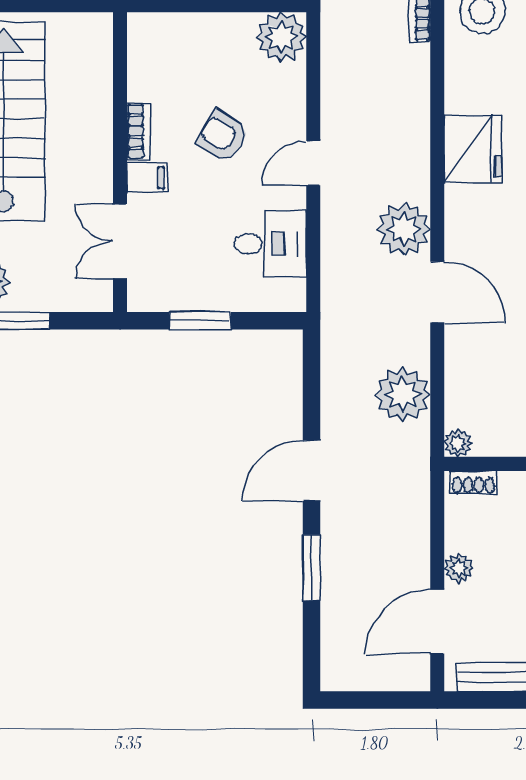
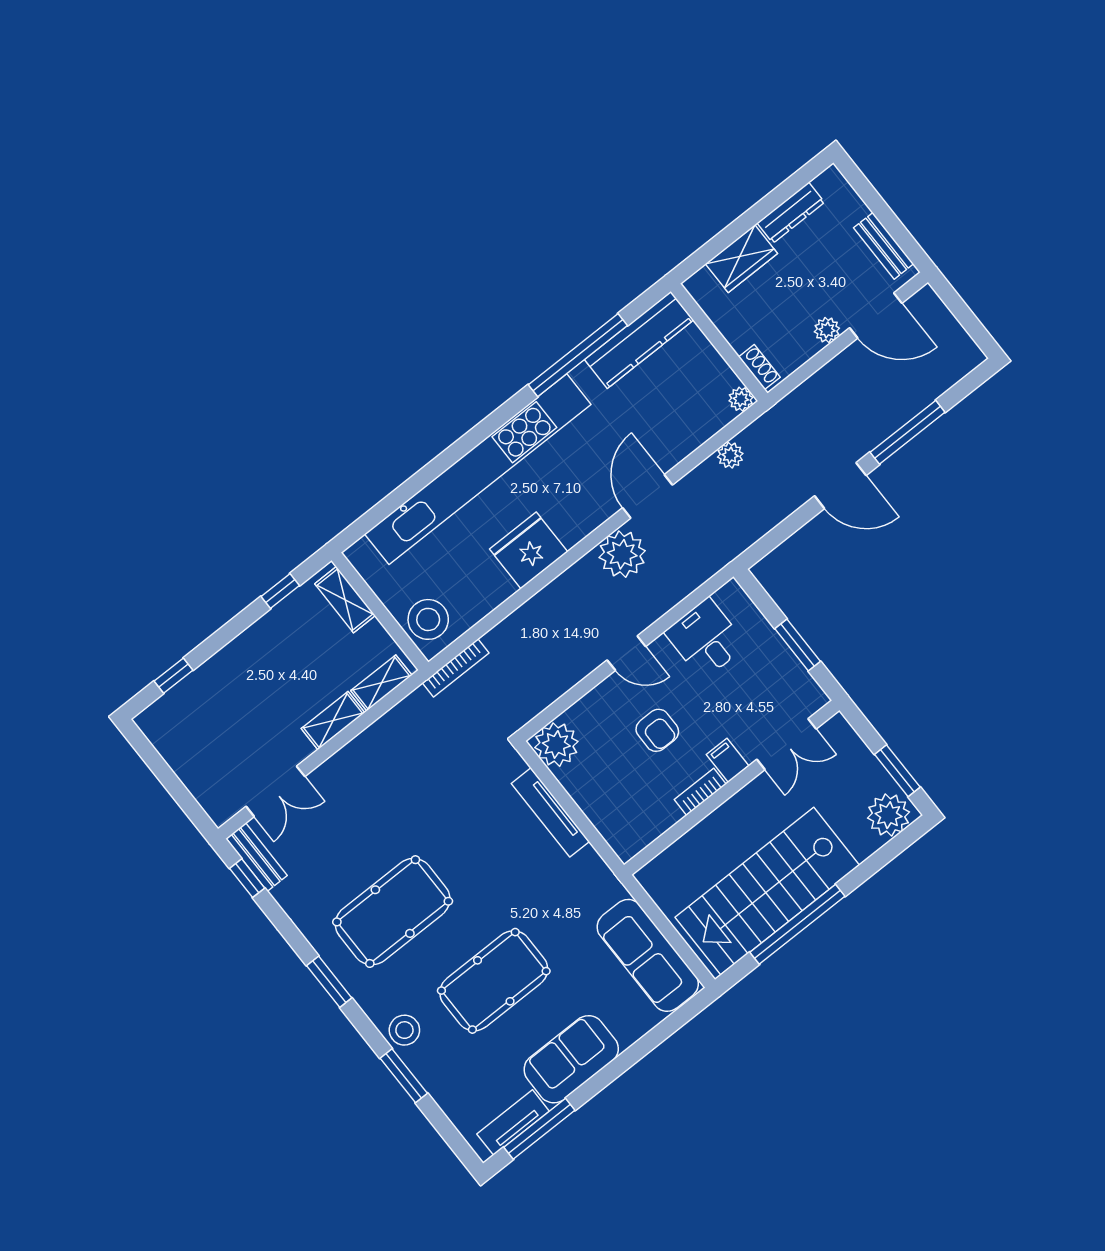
armchair: (223, 136) -> (657, 730), turned -32
plant: (403, 394) -> (730, 455), width x0.53, depth x0.53
window: (311, 568) -> (908, 432), width x1.44

